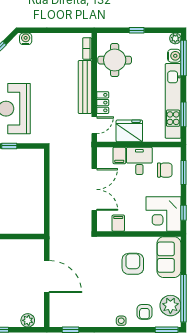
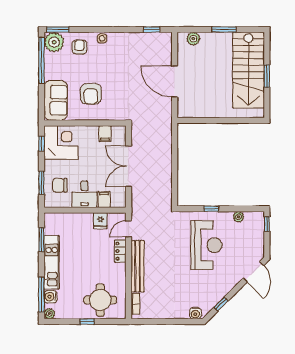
round table: (115, 60) -> (100, 300), moved
kitchen unit: (173, 101) -> (52, 262), width x0.73
fridge: (129, 131) -> (100, 221), width x0.53, depth x0.75
plant: (170, 306) -> (54, 42), moved

